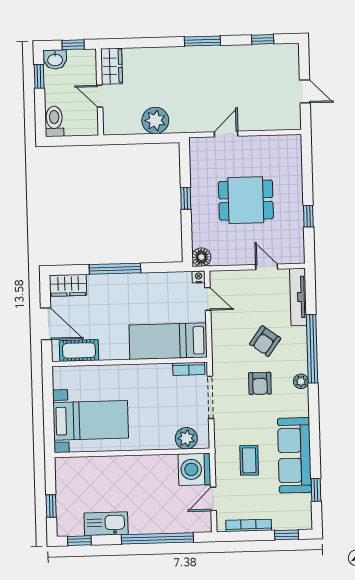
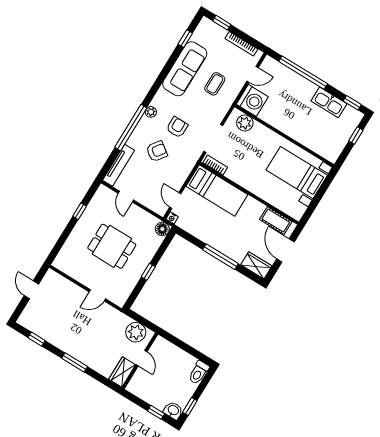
wardrobe: (112, 66) -> (122, 372), moved
wall: (100, 92) -> (140, 361), moved
door: (100, 96) -> (142, 358), moved

